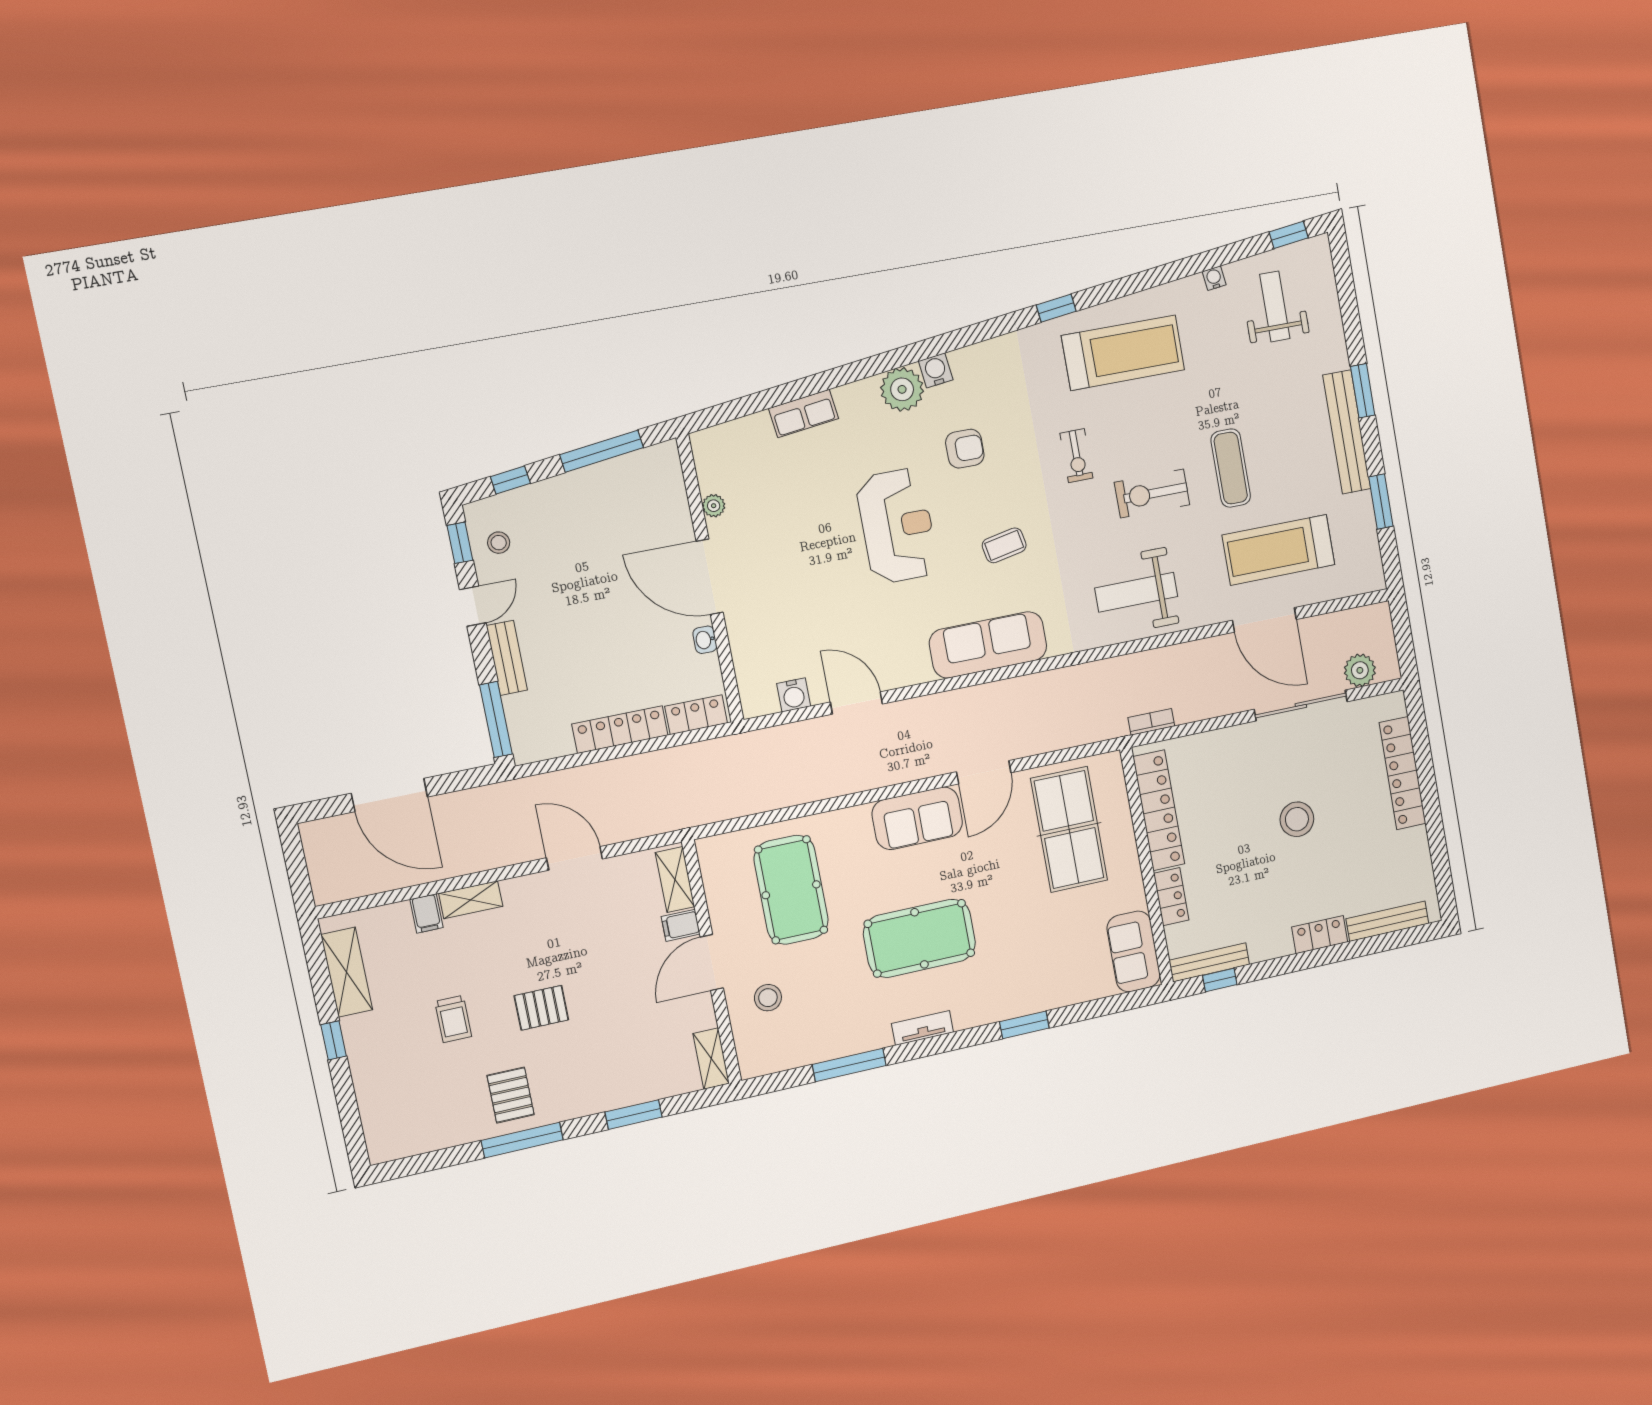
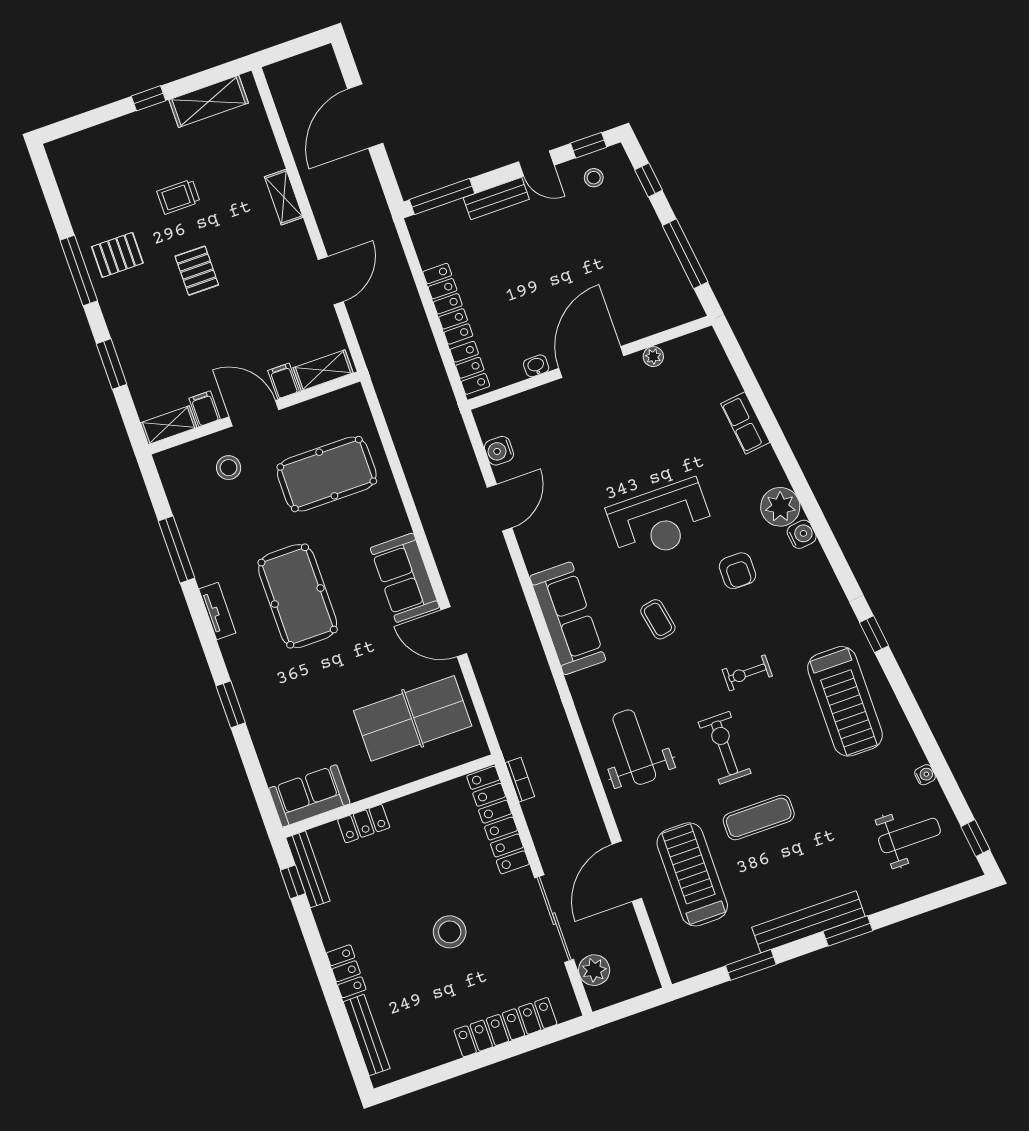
locker: (1159, 810) -> (498, 820), moved, turned 90
filing cabinet: (427, 913) -> (205, 409), moved, turned 90

